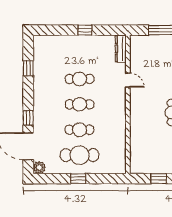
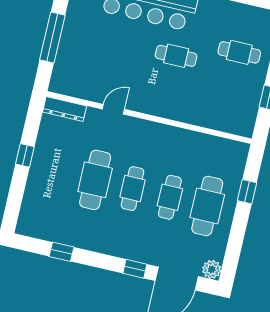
cafe table: (80, 79) -> (95, 180), width x1.37, depth x1.35
window: (78, 179) -> (247, 192), moved

